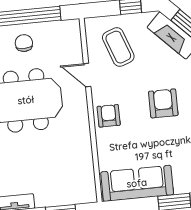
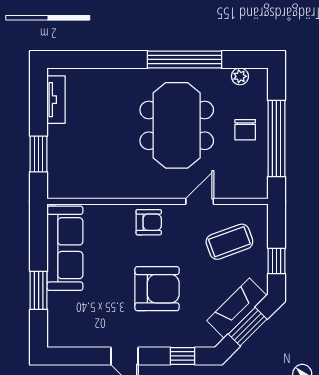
chair: (24, 43) -> (245, 130), turned 90
armchair: (163, 103) -> (157, 289), width x1.36, depth x1.36

